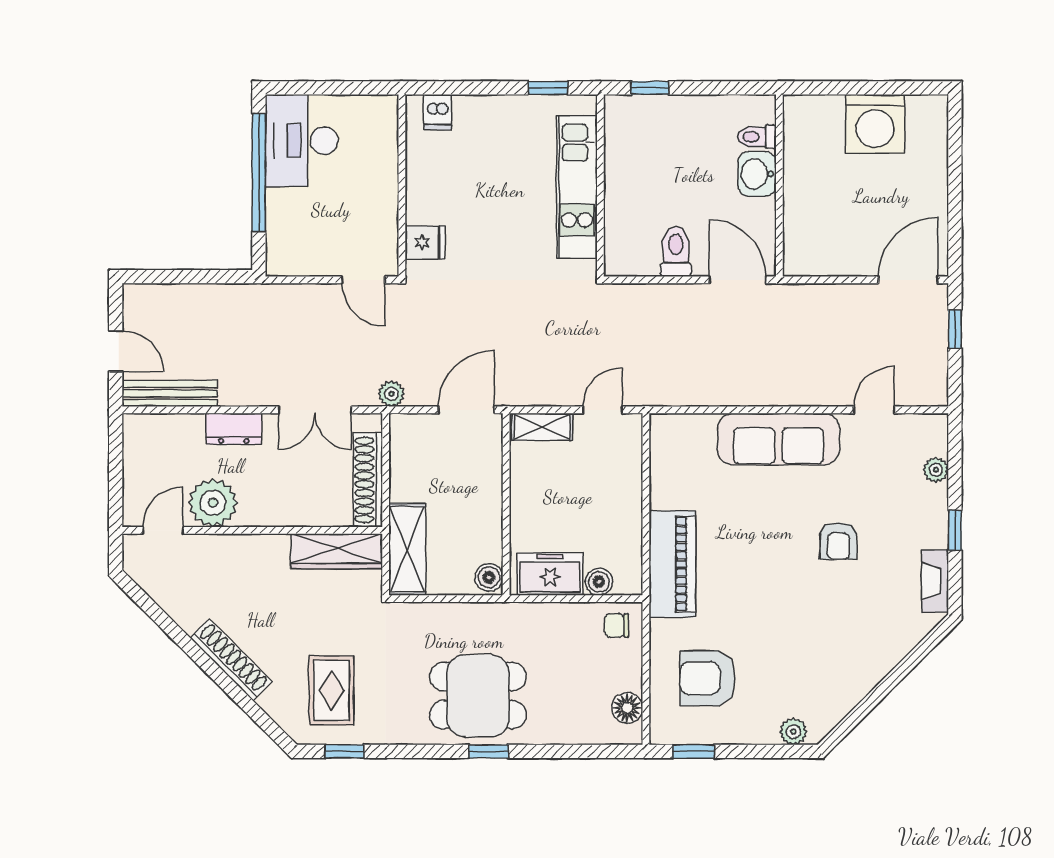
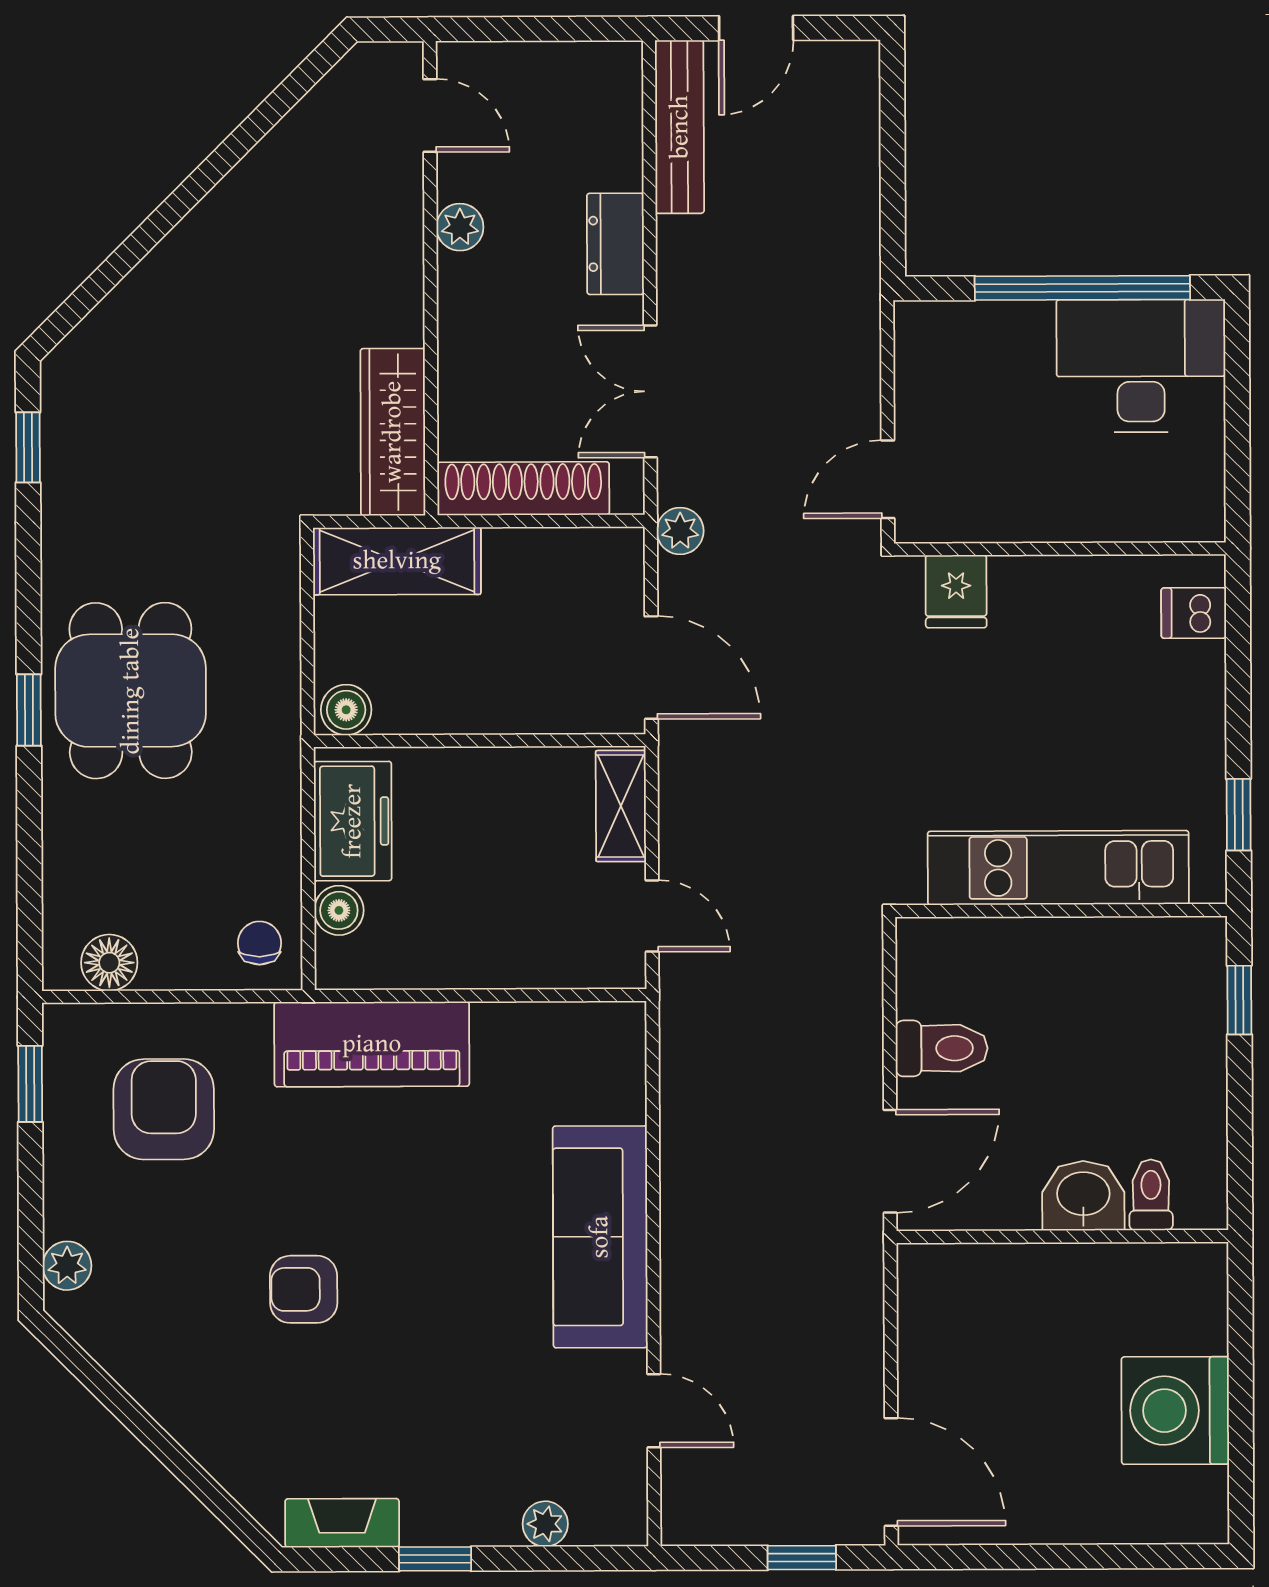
plant: (213, 503) -> (460, 227), width x0.53, depth x0.53
armchair: (838, 541) -> (304, 1289), moved
shoe rack: (231, 660) -> (194, 241), removed
rug: (331, 690) -> (139, 424), removed

